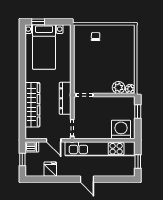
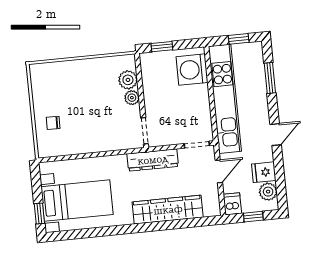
plant: (130, 89) -> (132, 98), moved
plant: (37, 171) -> (268, 192), added
door: (87, 179) -> (276, 135), moved
window: (111, 179) -> (270, 78), added

